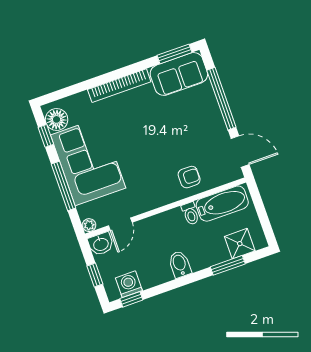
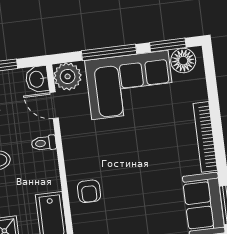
window: (46, 136) -> (168, 45), width x1.50
toilet: (190, 214) -> (44, 143), moved
plant: (89, 225) -> (68, 76), width x1.88, depth x1.88

